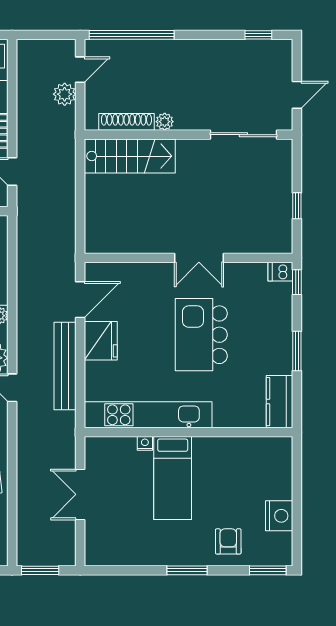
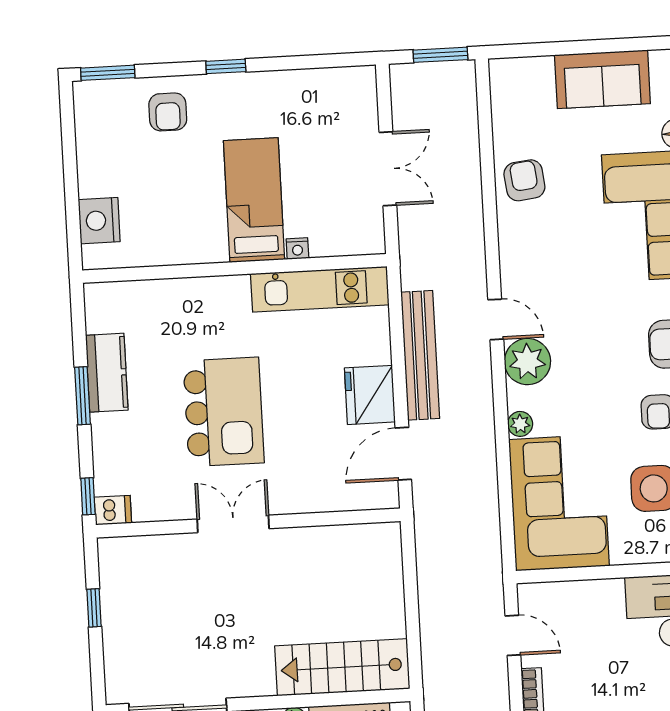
kitchen counter: (280, 402) -> (107, 373), moved
kitchen unit: (148, 415) -> (320, 289), width x0.73
nightstand: (279, 516) -> (99, 221), moved
window: (187, 570) -> (226, 66), width x0.67

